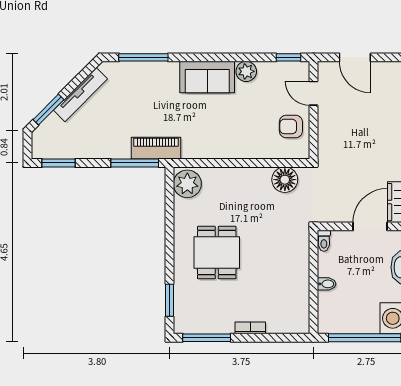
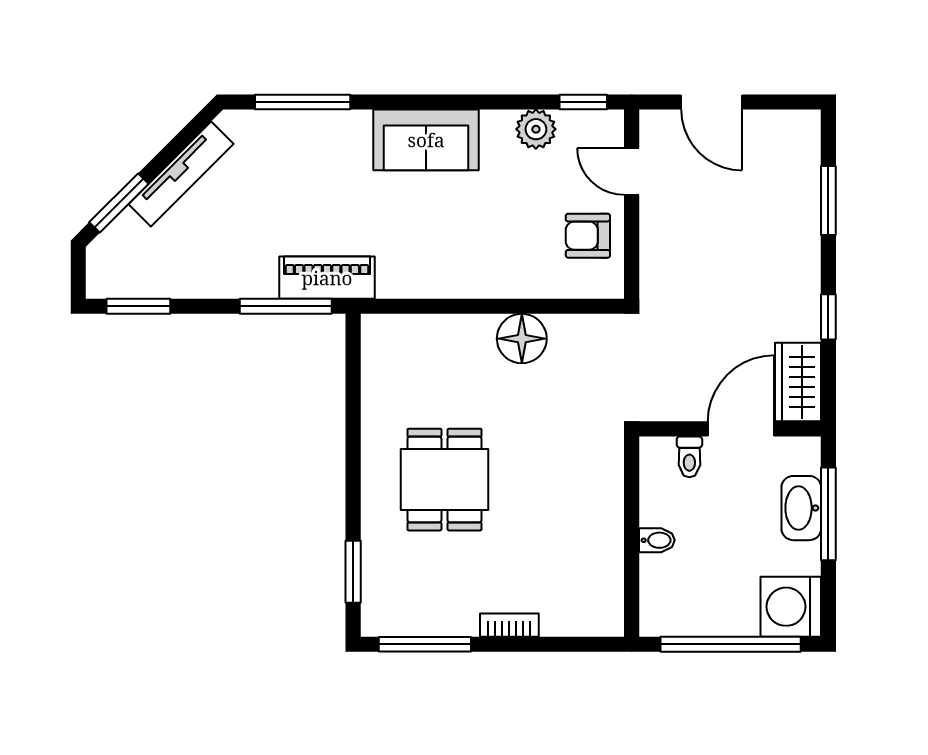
plant: (246, 71) -> (536, 129), moved
floor lamp: (285, 180) -> (522, 339), moved
plant: (187, 184) -> (387, 347), removed
toilet: (324, 241) -> (689, 457), moved

